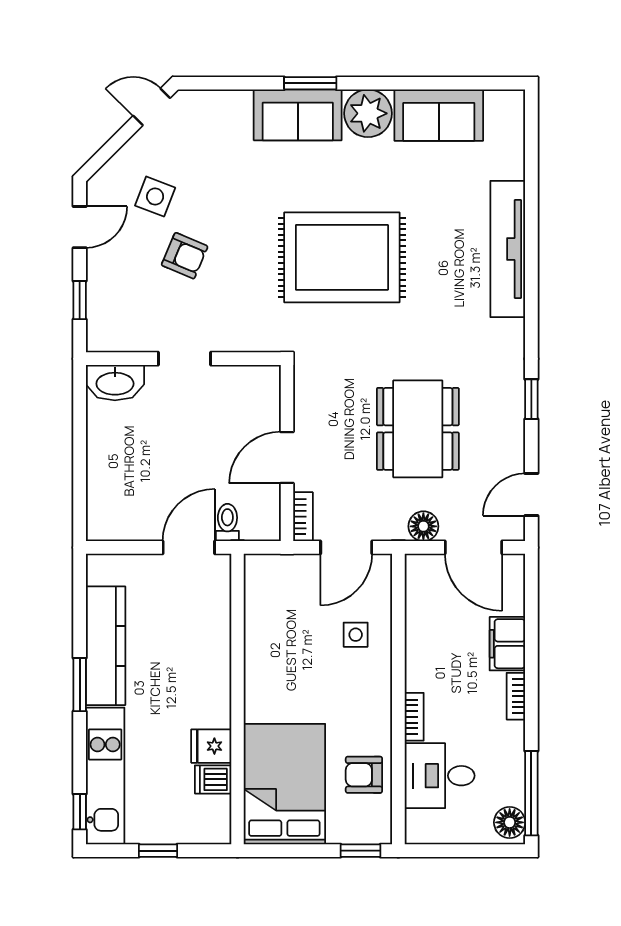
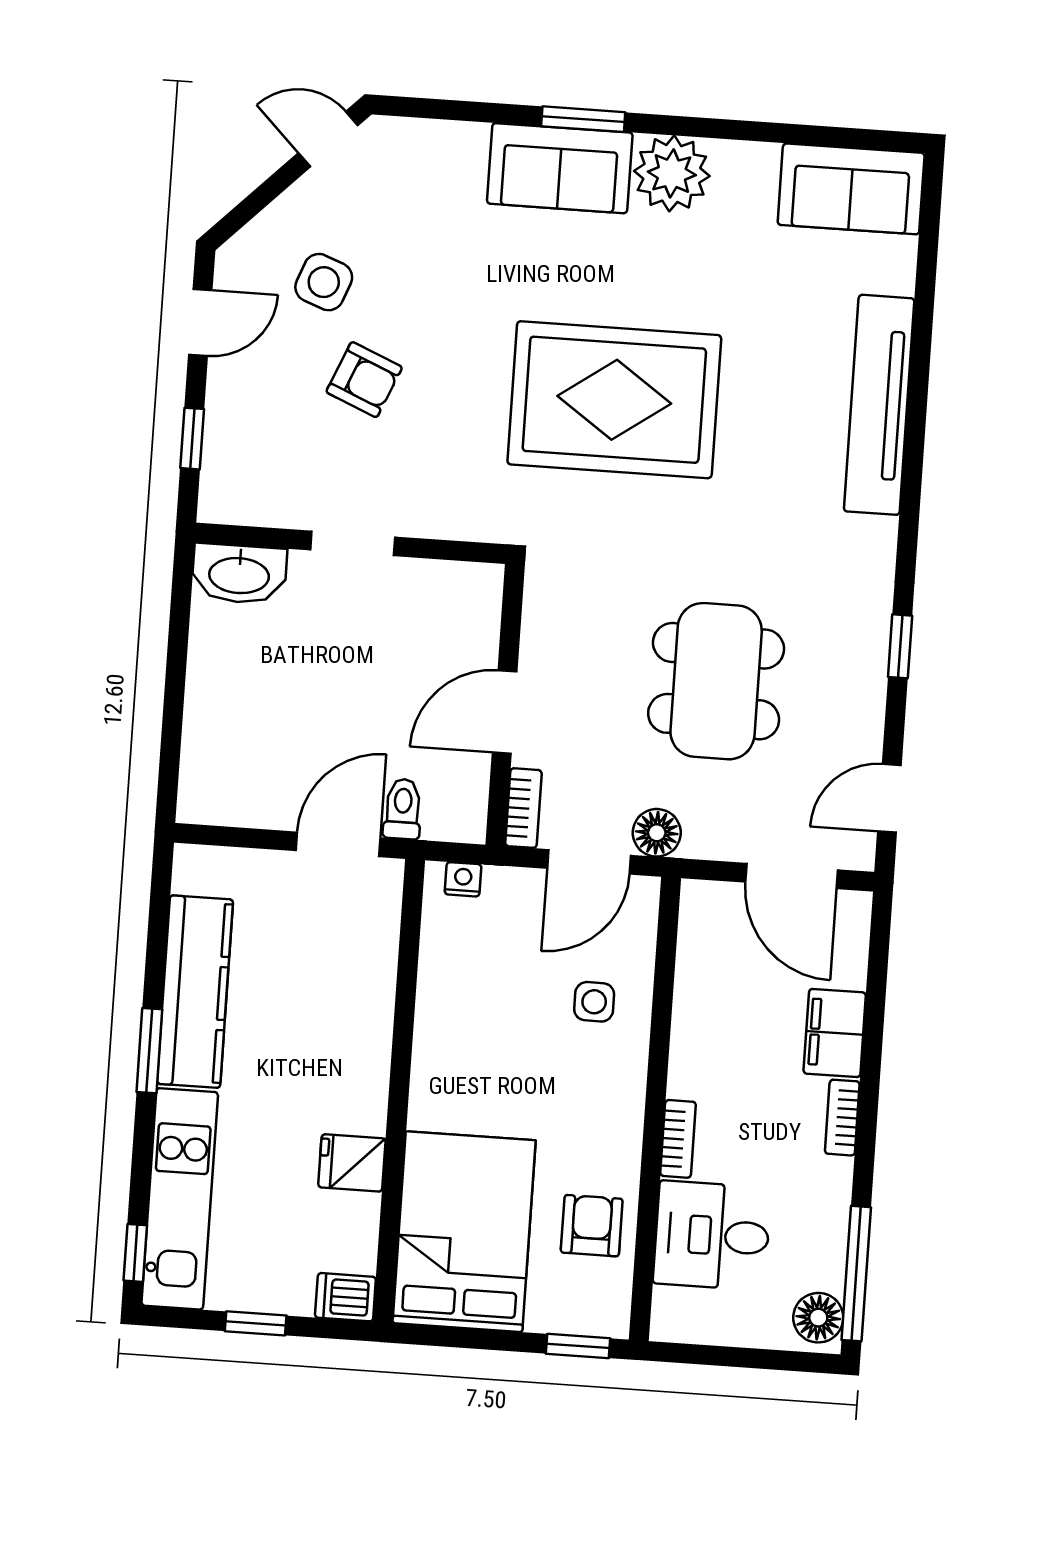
sofa: (439, 115) -> (851, 189), moved
floor lamp: (423, 526) -> (657, 833), moved
nightstand: (268, 564) -> (463, 879), added
armchair: (364, 775) -> (592, 1226), turned 90
dishwasher: (213, 779) -> (345, 1297), moved

